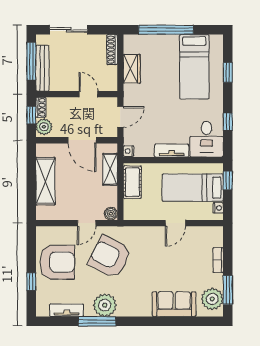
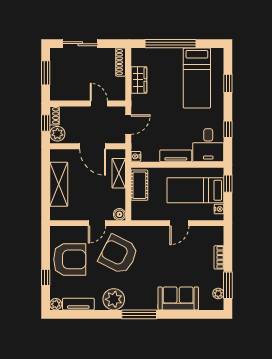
window: (31, 61) -> (46, 73), width x0.69
bench: (42, 68) -> (56, 79), removed
plant: (212, 299) -> (218, 294), width x0.53, depth x0.53
plant: (42, 310) -> (56, 304), added
window: (97, 321) -> (139, 314), moved

